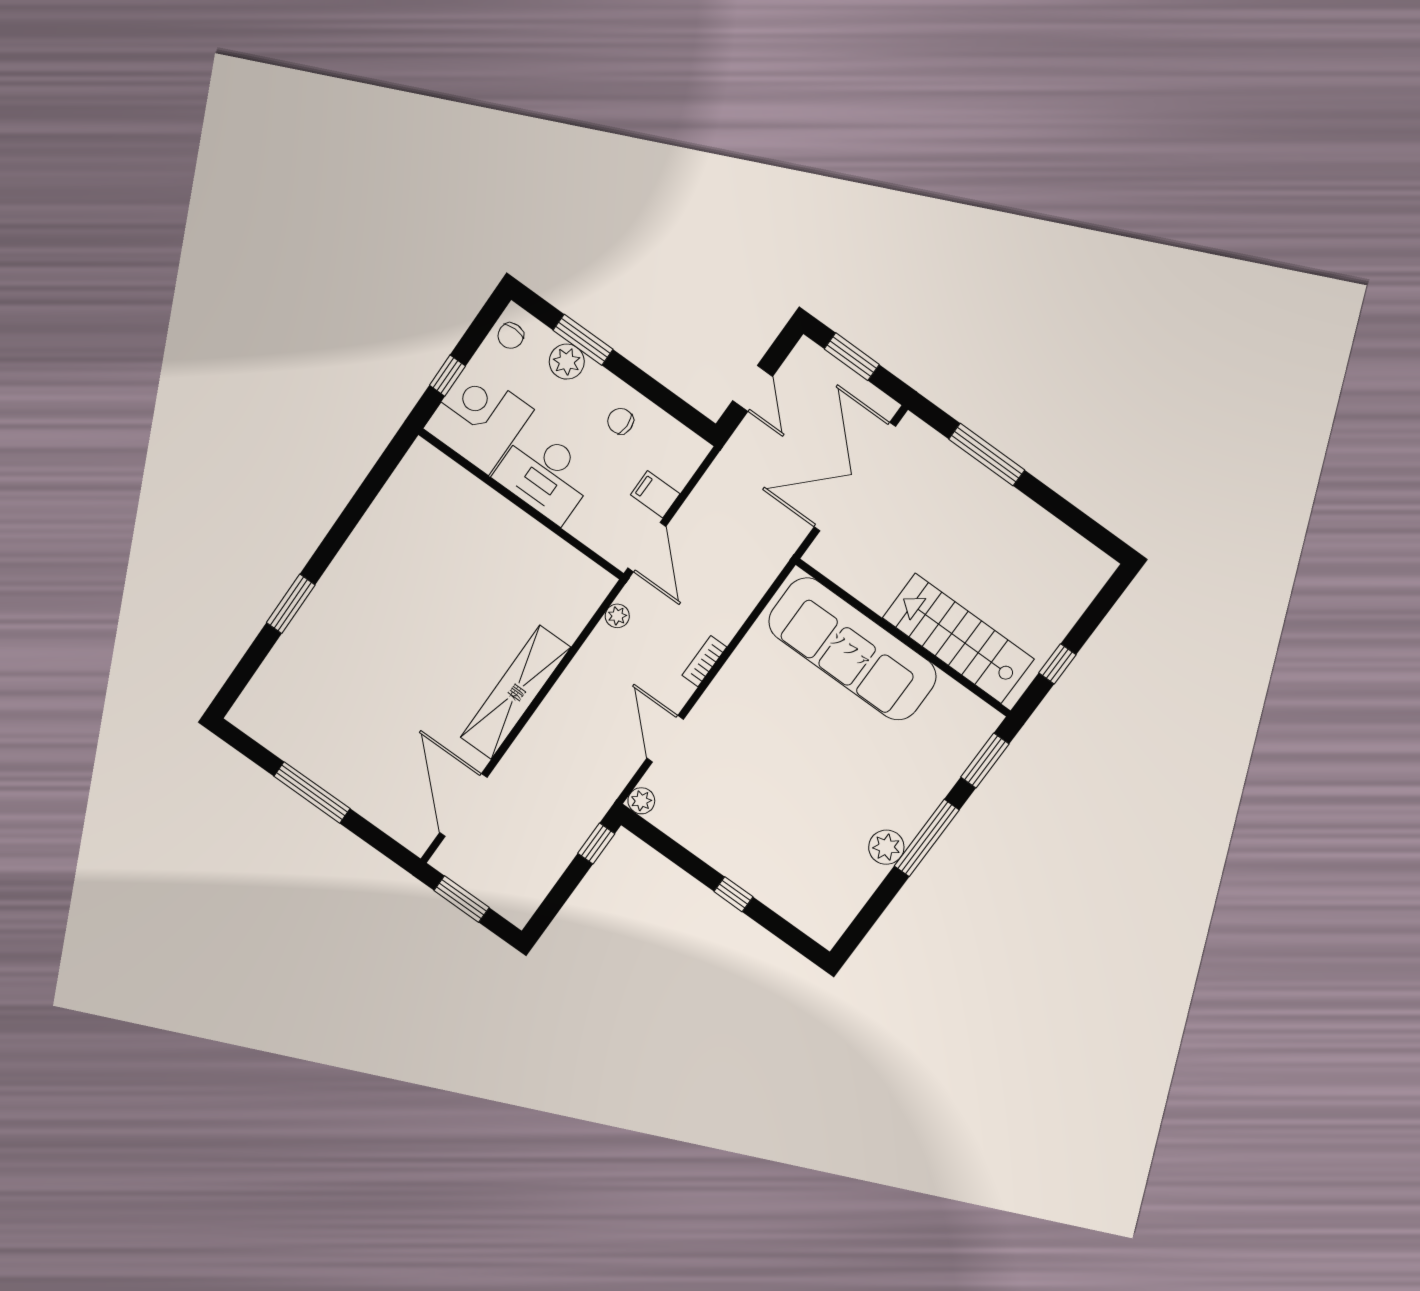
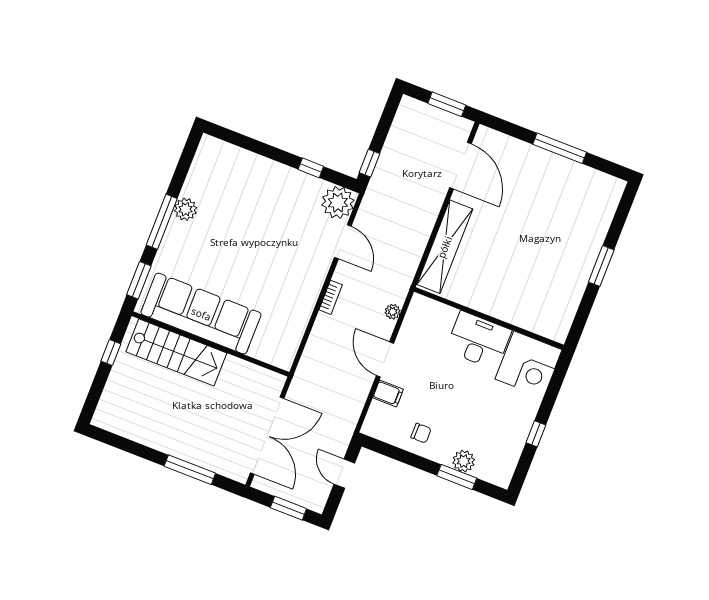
chair: (511, 336) -> (502, 468), removed
corner desk: (479, 419) -> (529, 364), moved
desk: (545, 475) -> (478, 340), moved
wall: (521, 504) -> (489, 318), moved
sofa: (852, 649) -> (201, 314), moved
plant: (641, 801) -> (338, 203), width x1.88, depth x1.88
window: (733, 894) -> (311, 168), moved

